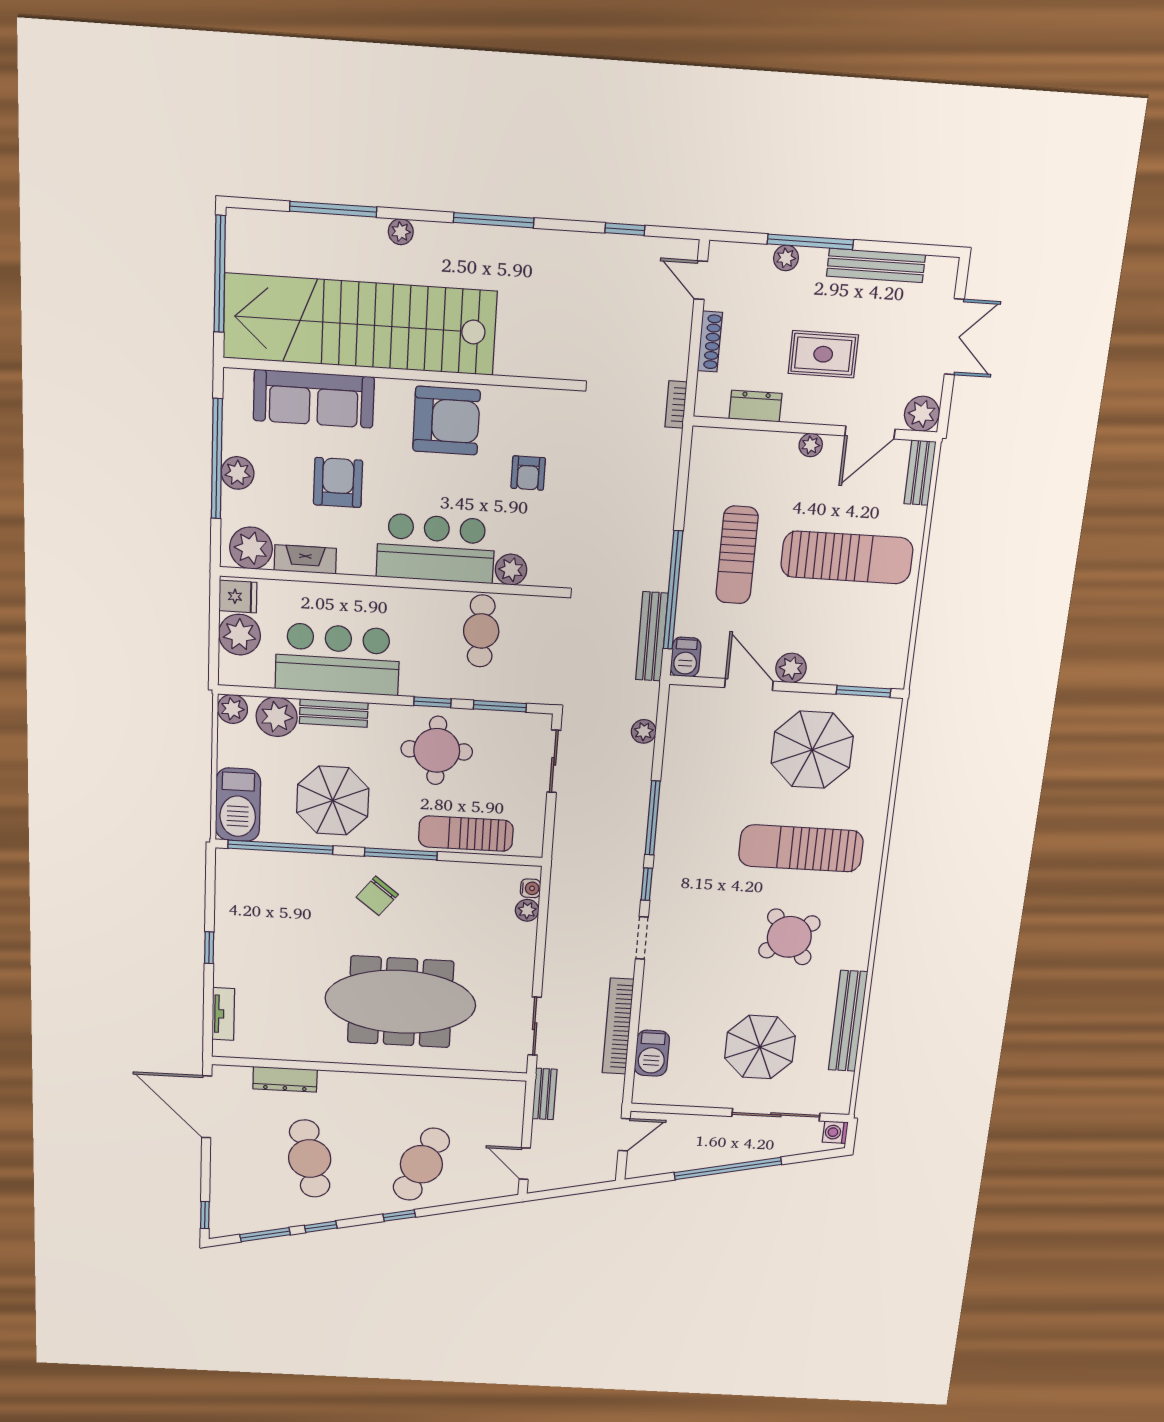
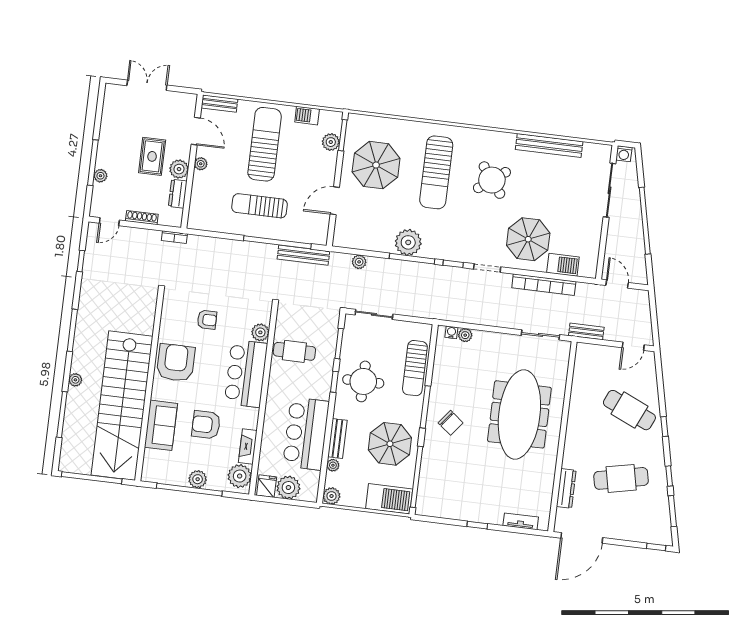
bench: (876, 265) -> (107, 128), removed
sofa: (314, 399) -> (161, 425), width x0.73
plant: (922, 414) -> (179, 169), moved
sun lounger: (737, 555) -> (260, 206), turned 180
barbecue: (686, 657) -> (307, 116), moved, turned 180
plant: (791, 668) -> (331, 142), moved
plant: (277, 717) -> (333, 465), width x0.53, depth x0.53
plant: (680, 810) -> (408, 242), added
parasol: (760, 1047) -> (528, 239), moved

